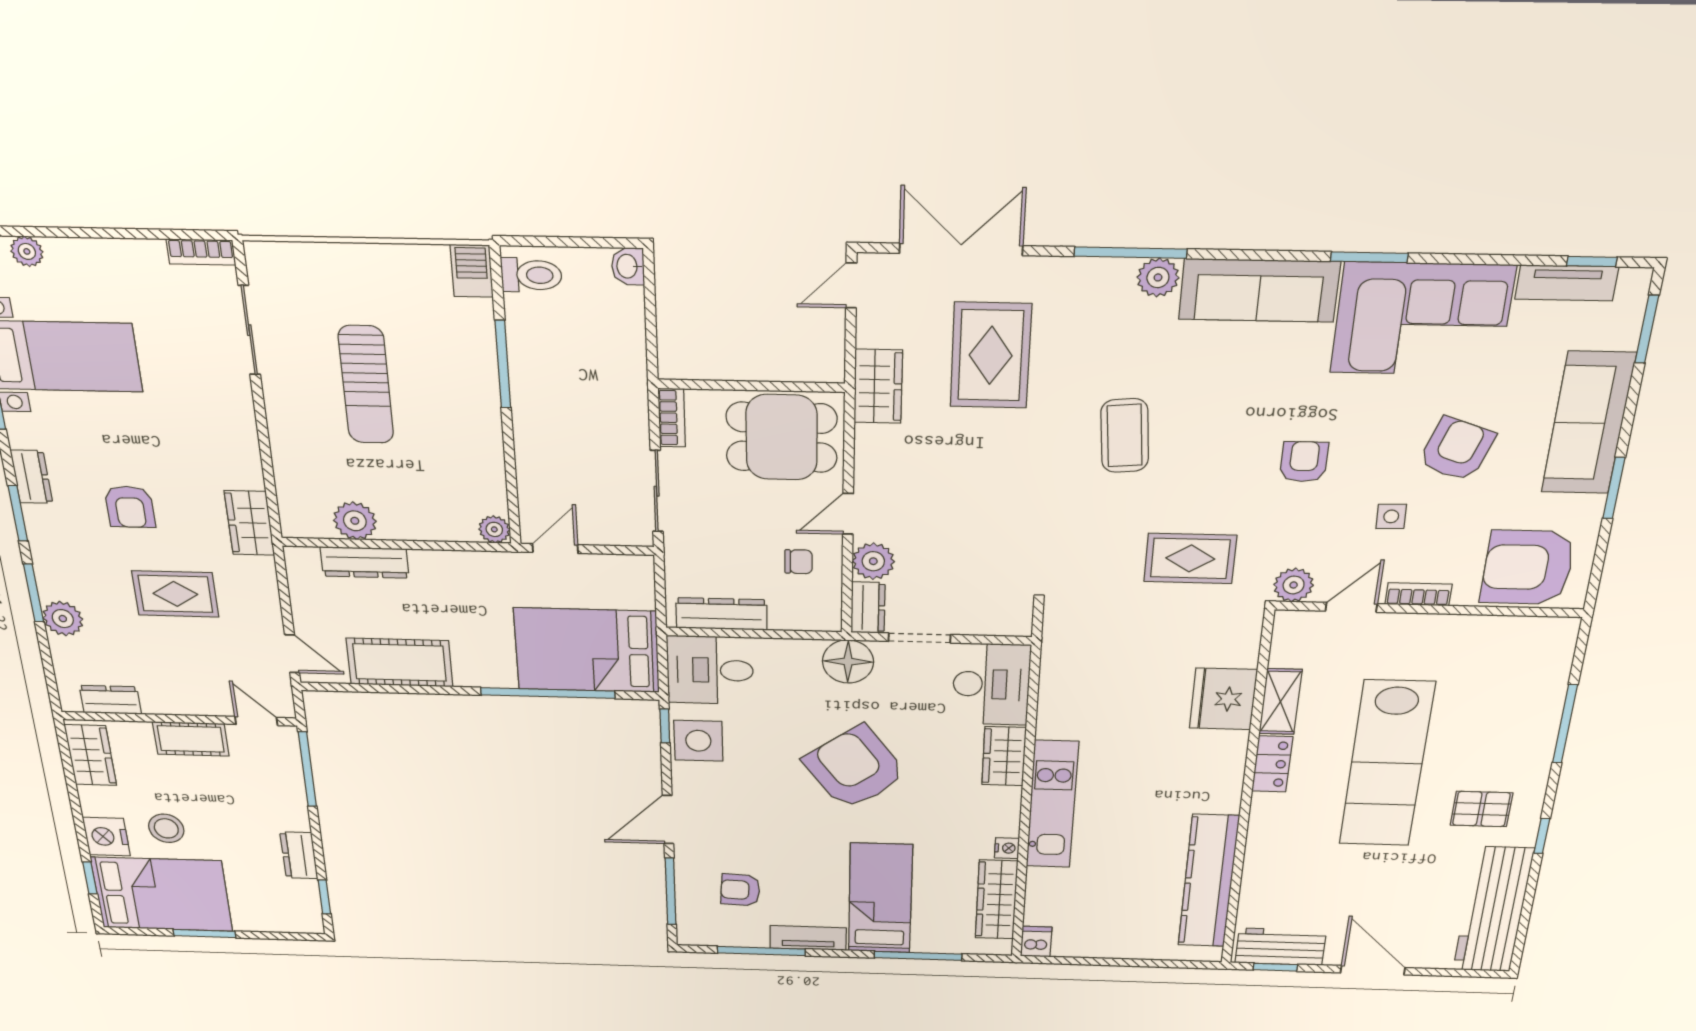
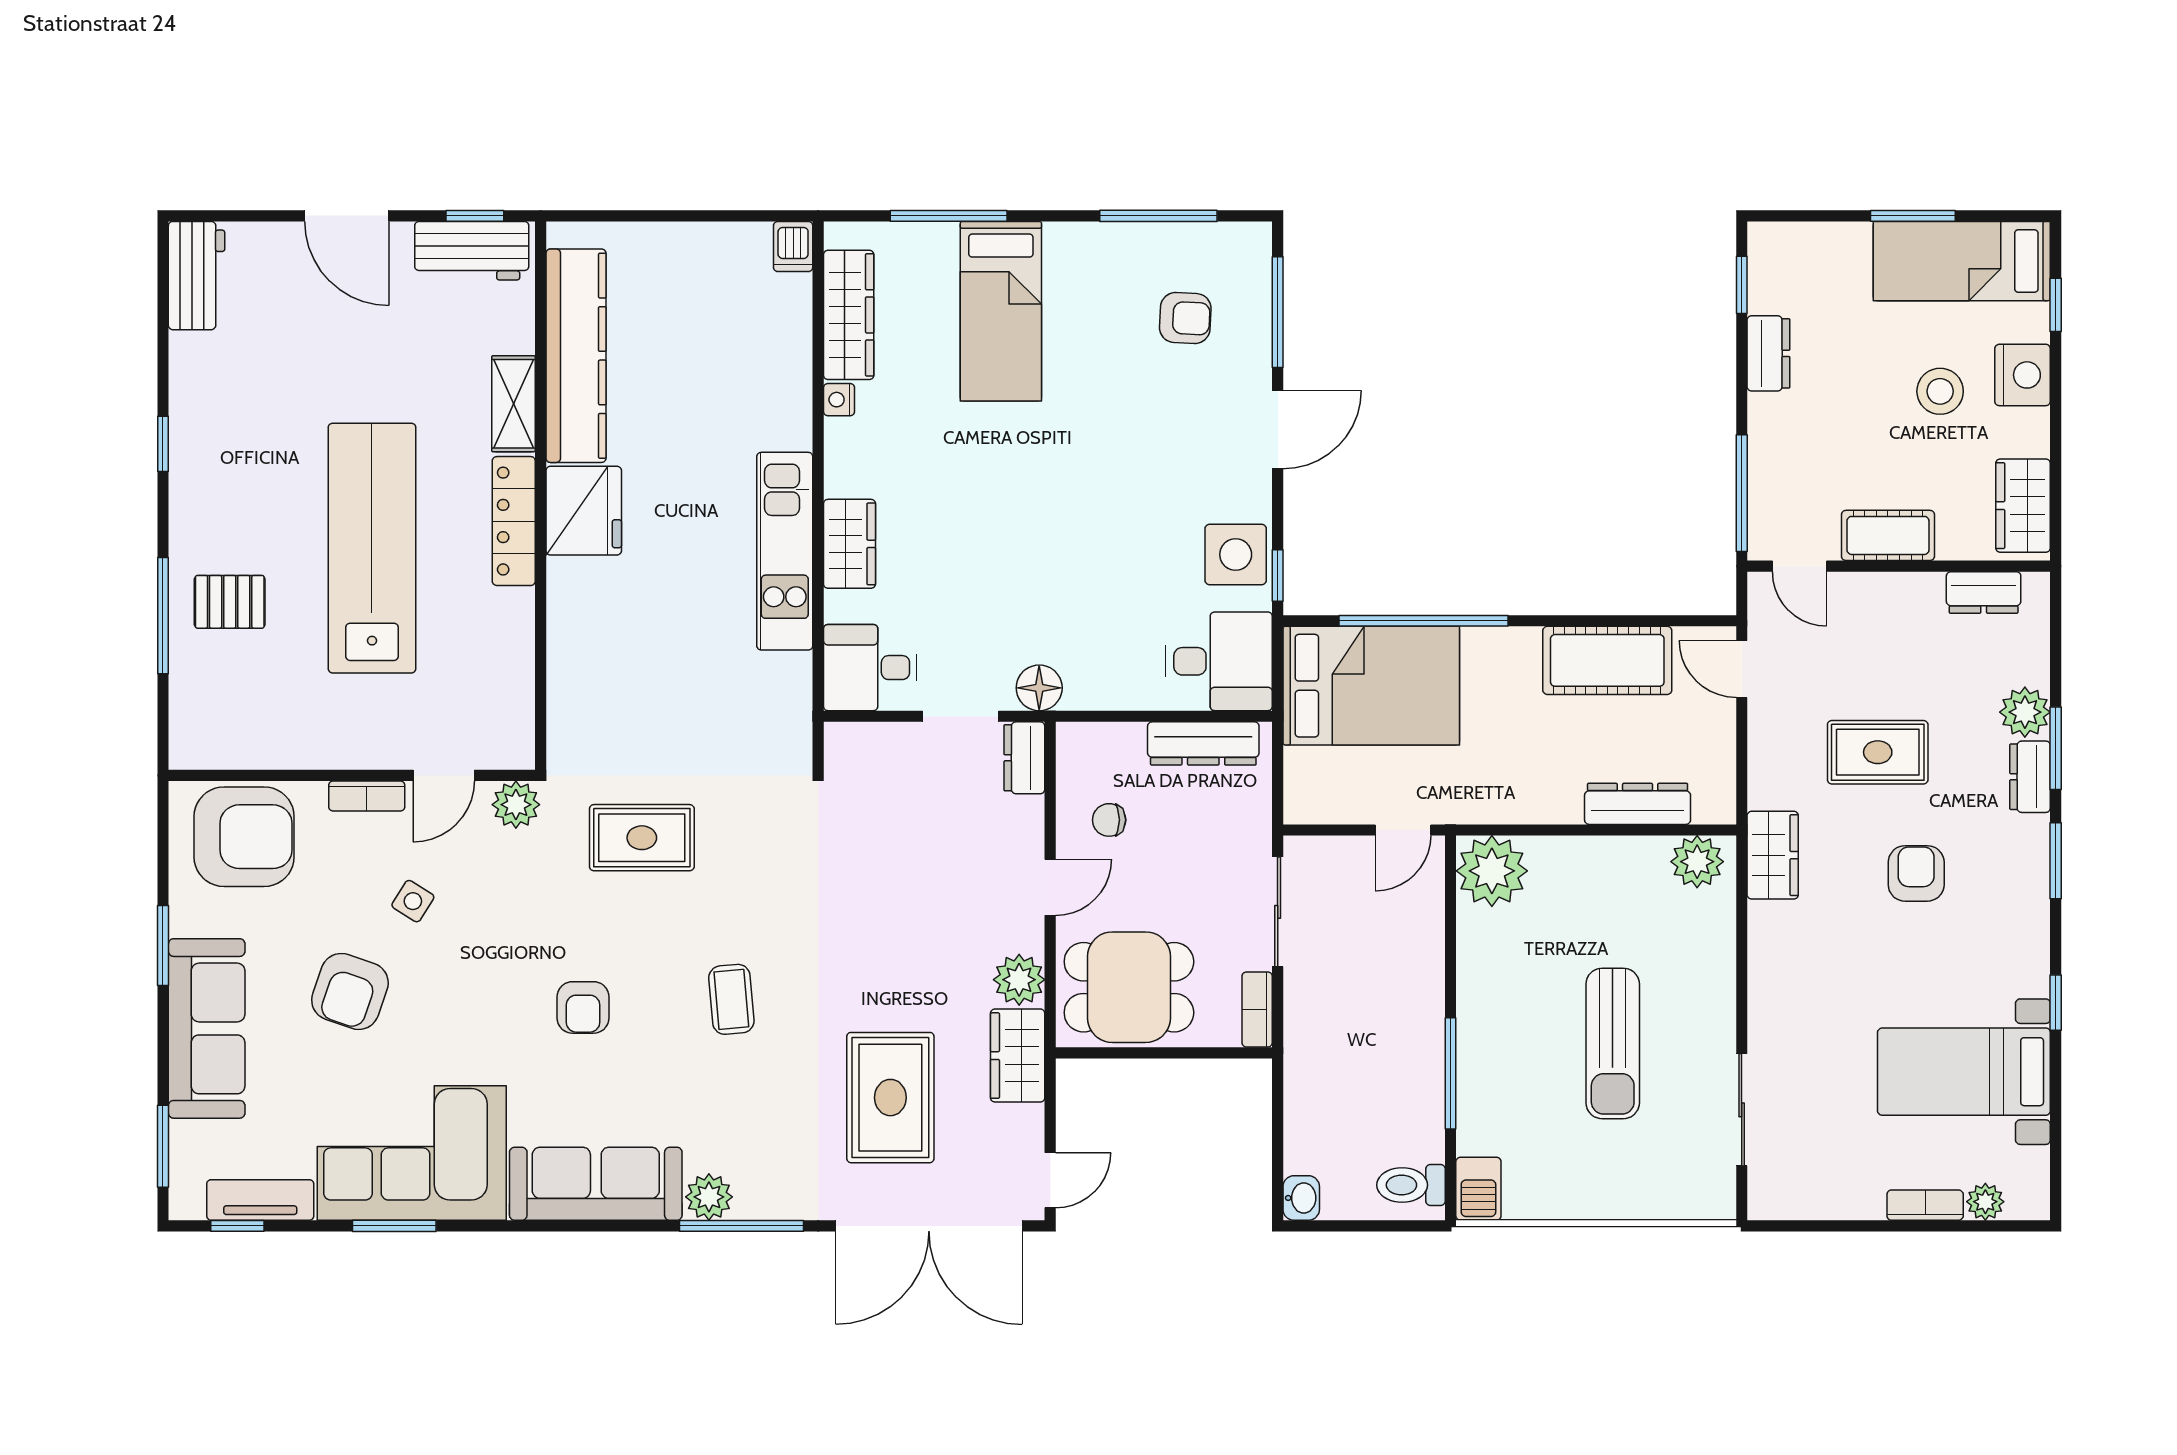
double door: (961, 249) -> (929, 1226), width x1.36
bookcase: (201, 252) -> (1925, 1205), moved
window: (1369, 257) -> (394, 1226), moved
sun lounger: (366, 385) -> (1613, 1043), turned 180
coffee table: (1125, 436) -> (731, 999), width x0.73, depth x0.77
armchair: (1304, 462) -> (583, 1007), moved
dresser: (31, 477) -> (2030, 777), moved
side table: (1391, 516) -> (413, 901), turned 34
plant: (355, 521) -> (1697, 862), moved
plant: (494, 529) -> (1492, 871), width x1.88, depth x1.88
plant: (873, 561) -> (1019, 980), moved
floor lamp: (848, 662) -> (1039, 688), width x0.73, depth x0.73
desk: (991, 684) -> (870, 668), width x0.73
fridge: (1223, 699) -> (584, 511), moved
shelving: (1280, 702) -> (514, 404), moved
locker: (1272, 764) -> (514, 521), width x1.53
armchair: (855, 768) -> (1037, 520), removed
kitchen unit: (1052, 805) -> (785, 551), moved
pallet: (1481, 809) -> (230, 602), moved
bed: (162, 894) -> (1962, 261), width x0.67
workbench: (1493, 910) -> (197, 276), width x0.53, depth x0.76
tv unit: (808, 938) -> (1096, 241), removed

